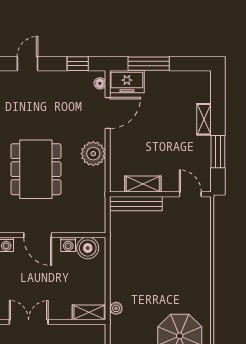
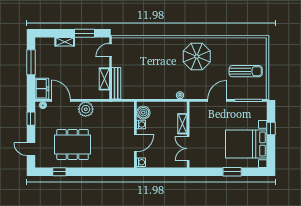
window: (149, 64) -> (31, 62), moved
dining table: (36, 169) -> (73, 144), moved
shelving: (89, 312) -> (182, 124), moved

